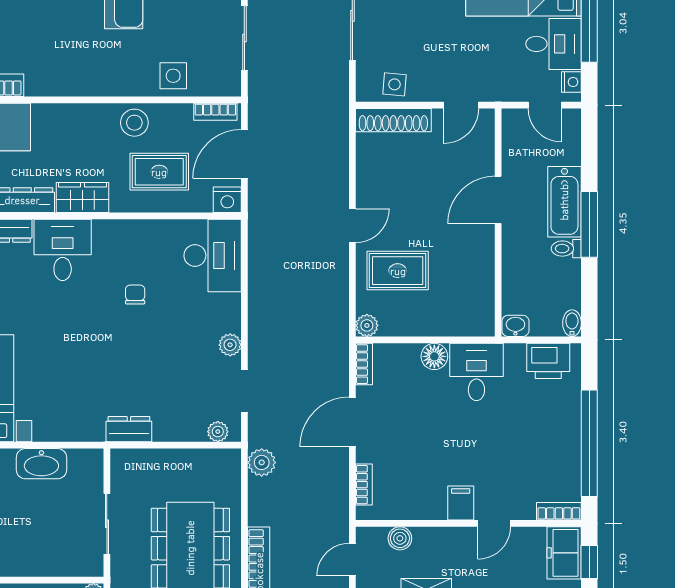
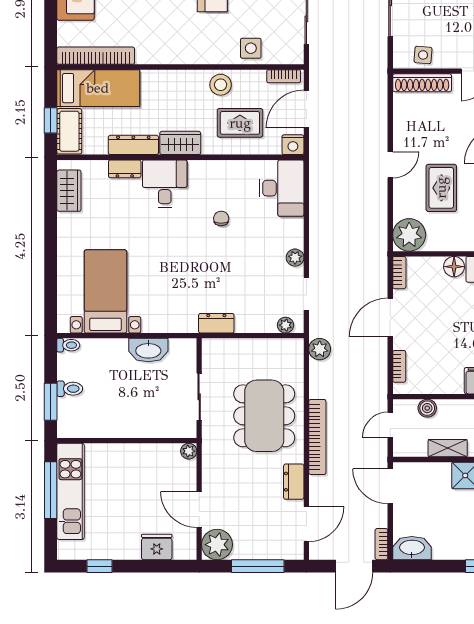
rug: (398, 271) -> (441, 188), moved, turned 90
plant: (367, 325) -> (409, 235), width x1.88, depth x1.88

